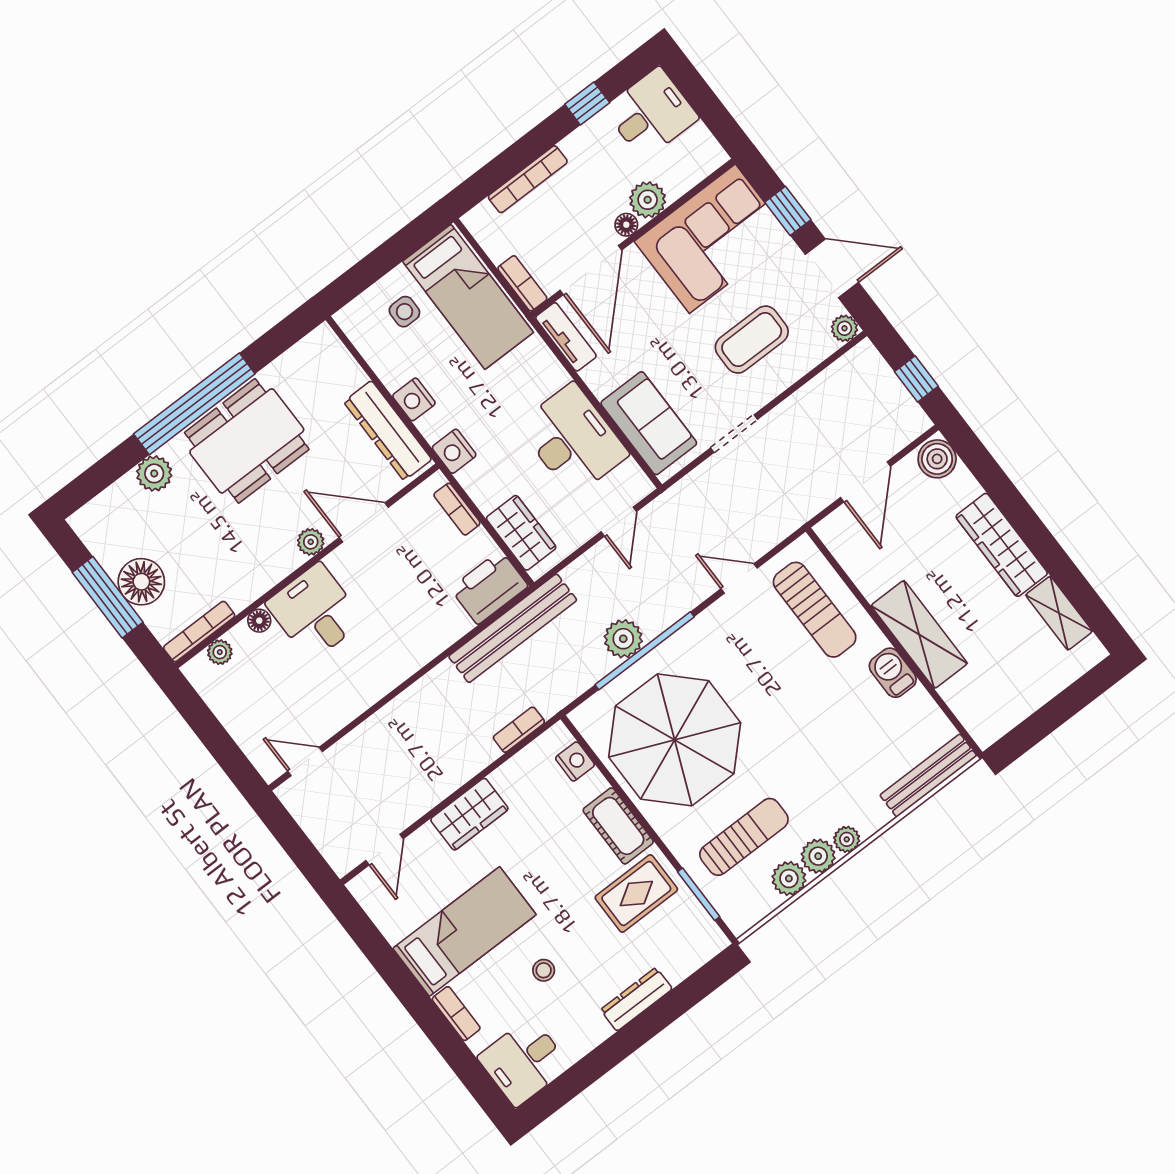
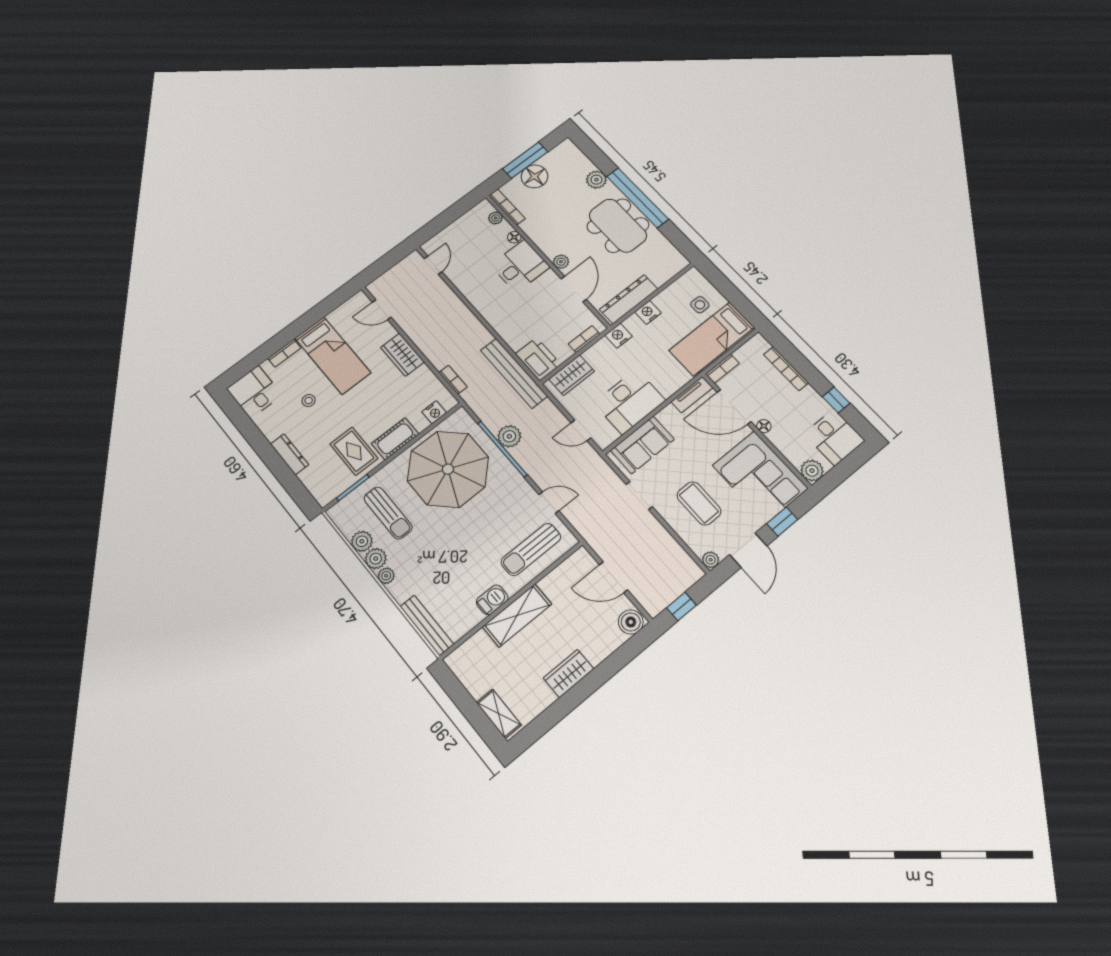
plant: (648, 200) -> (812, 471), moved
wardrobe: (1002, 545) -> (568, 673), width x0.67
door: (739, 578) -> (549, 503), hinge flipped
shelving: (1059, 613) -> (499, 714), moved, turned 90

